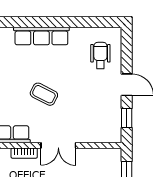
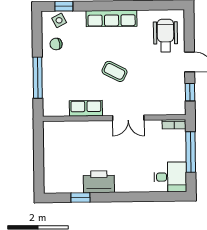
wheelchair: (100, 55) -> (165, 35), width x1.36, depth x1.37
bookcase: (24, 153) -> (174, 124), moved

